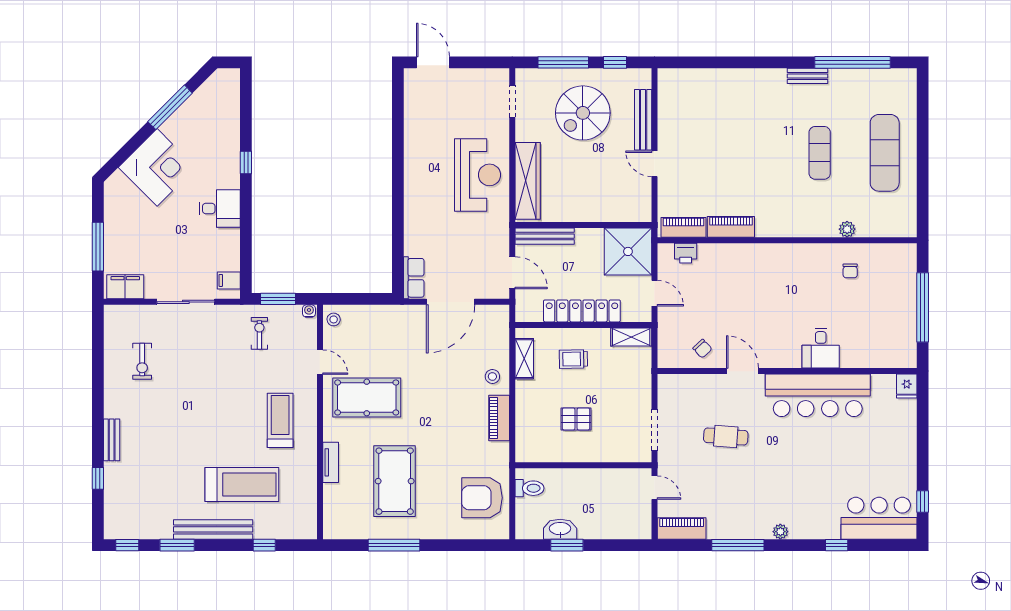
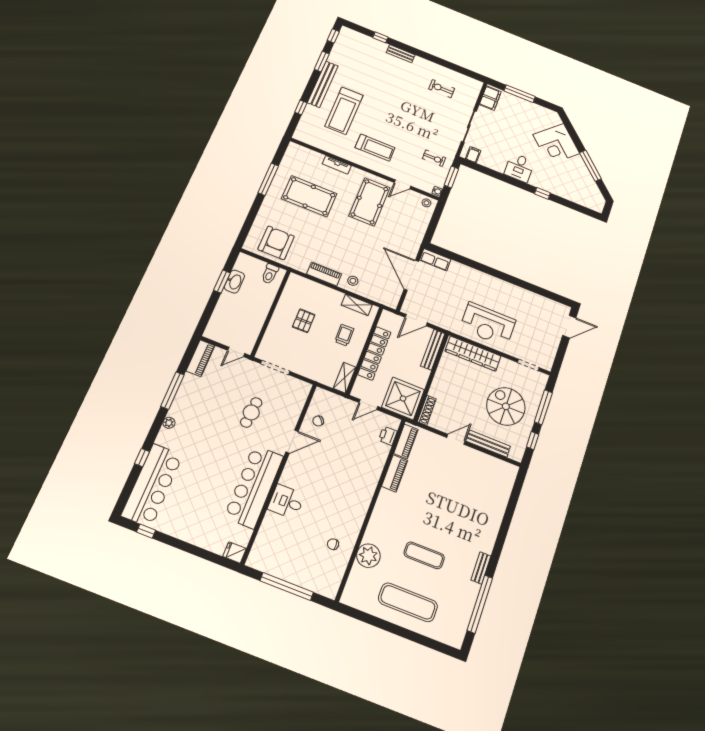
shoe rack: (631, 215) -> (427, 410), added
plant: (847, 229) -> (368, 556), width x1.88, depth x1.88
bar counter: (879, 518) -> (152, 485), width x1.36

